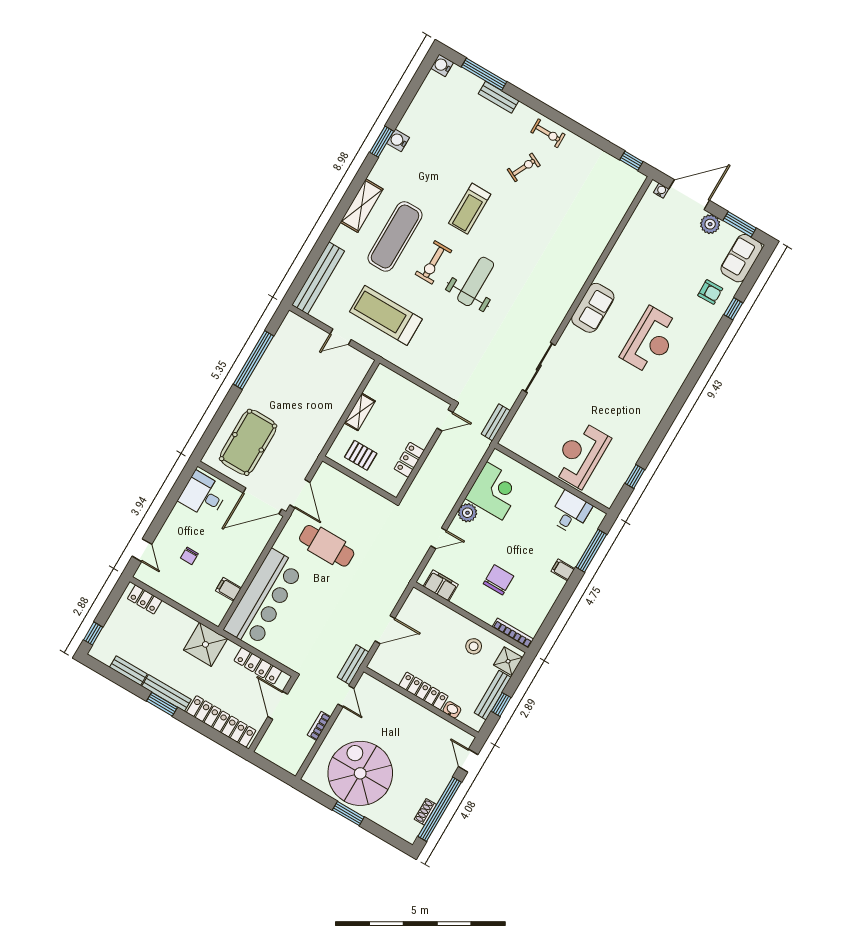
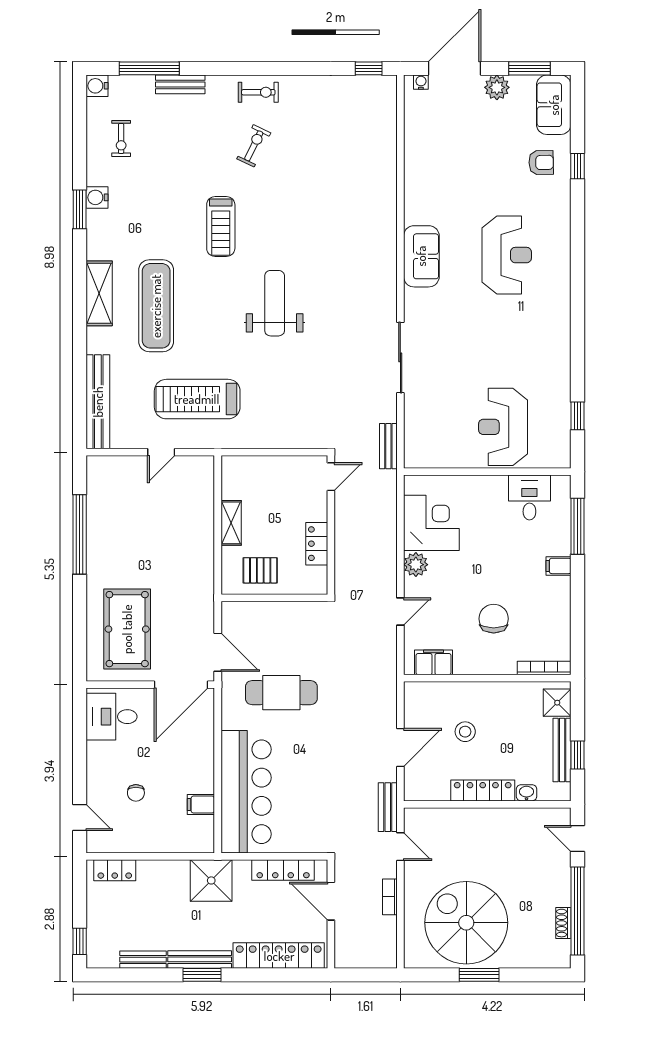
exercise bike: (433, 262) -> (121, 138), moved, width x0.73, depth x0.72
stool: (474, 646) -> (465, 732), moved

